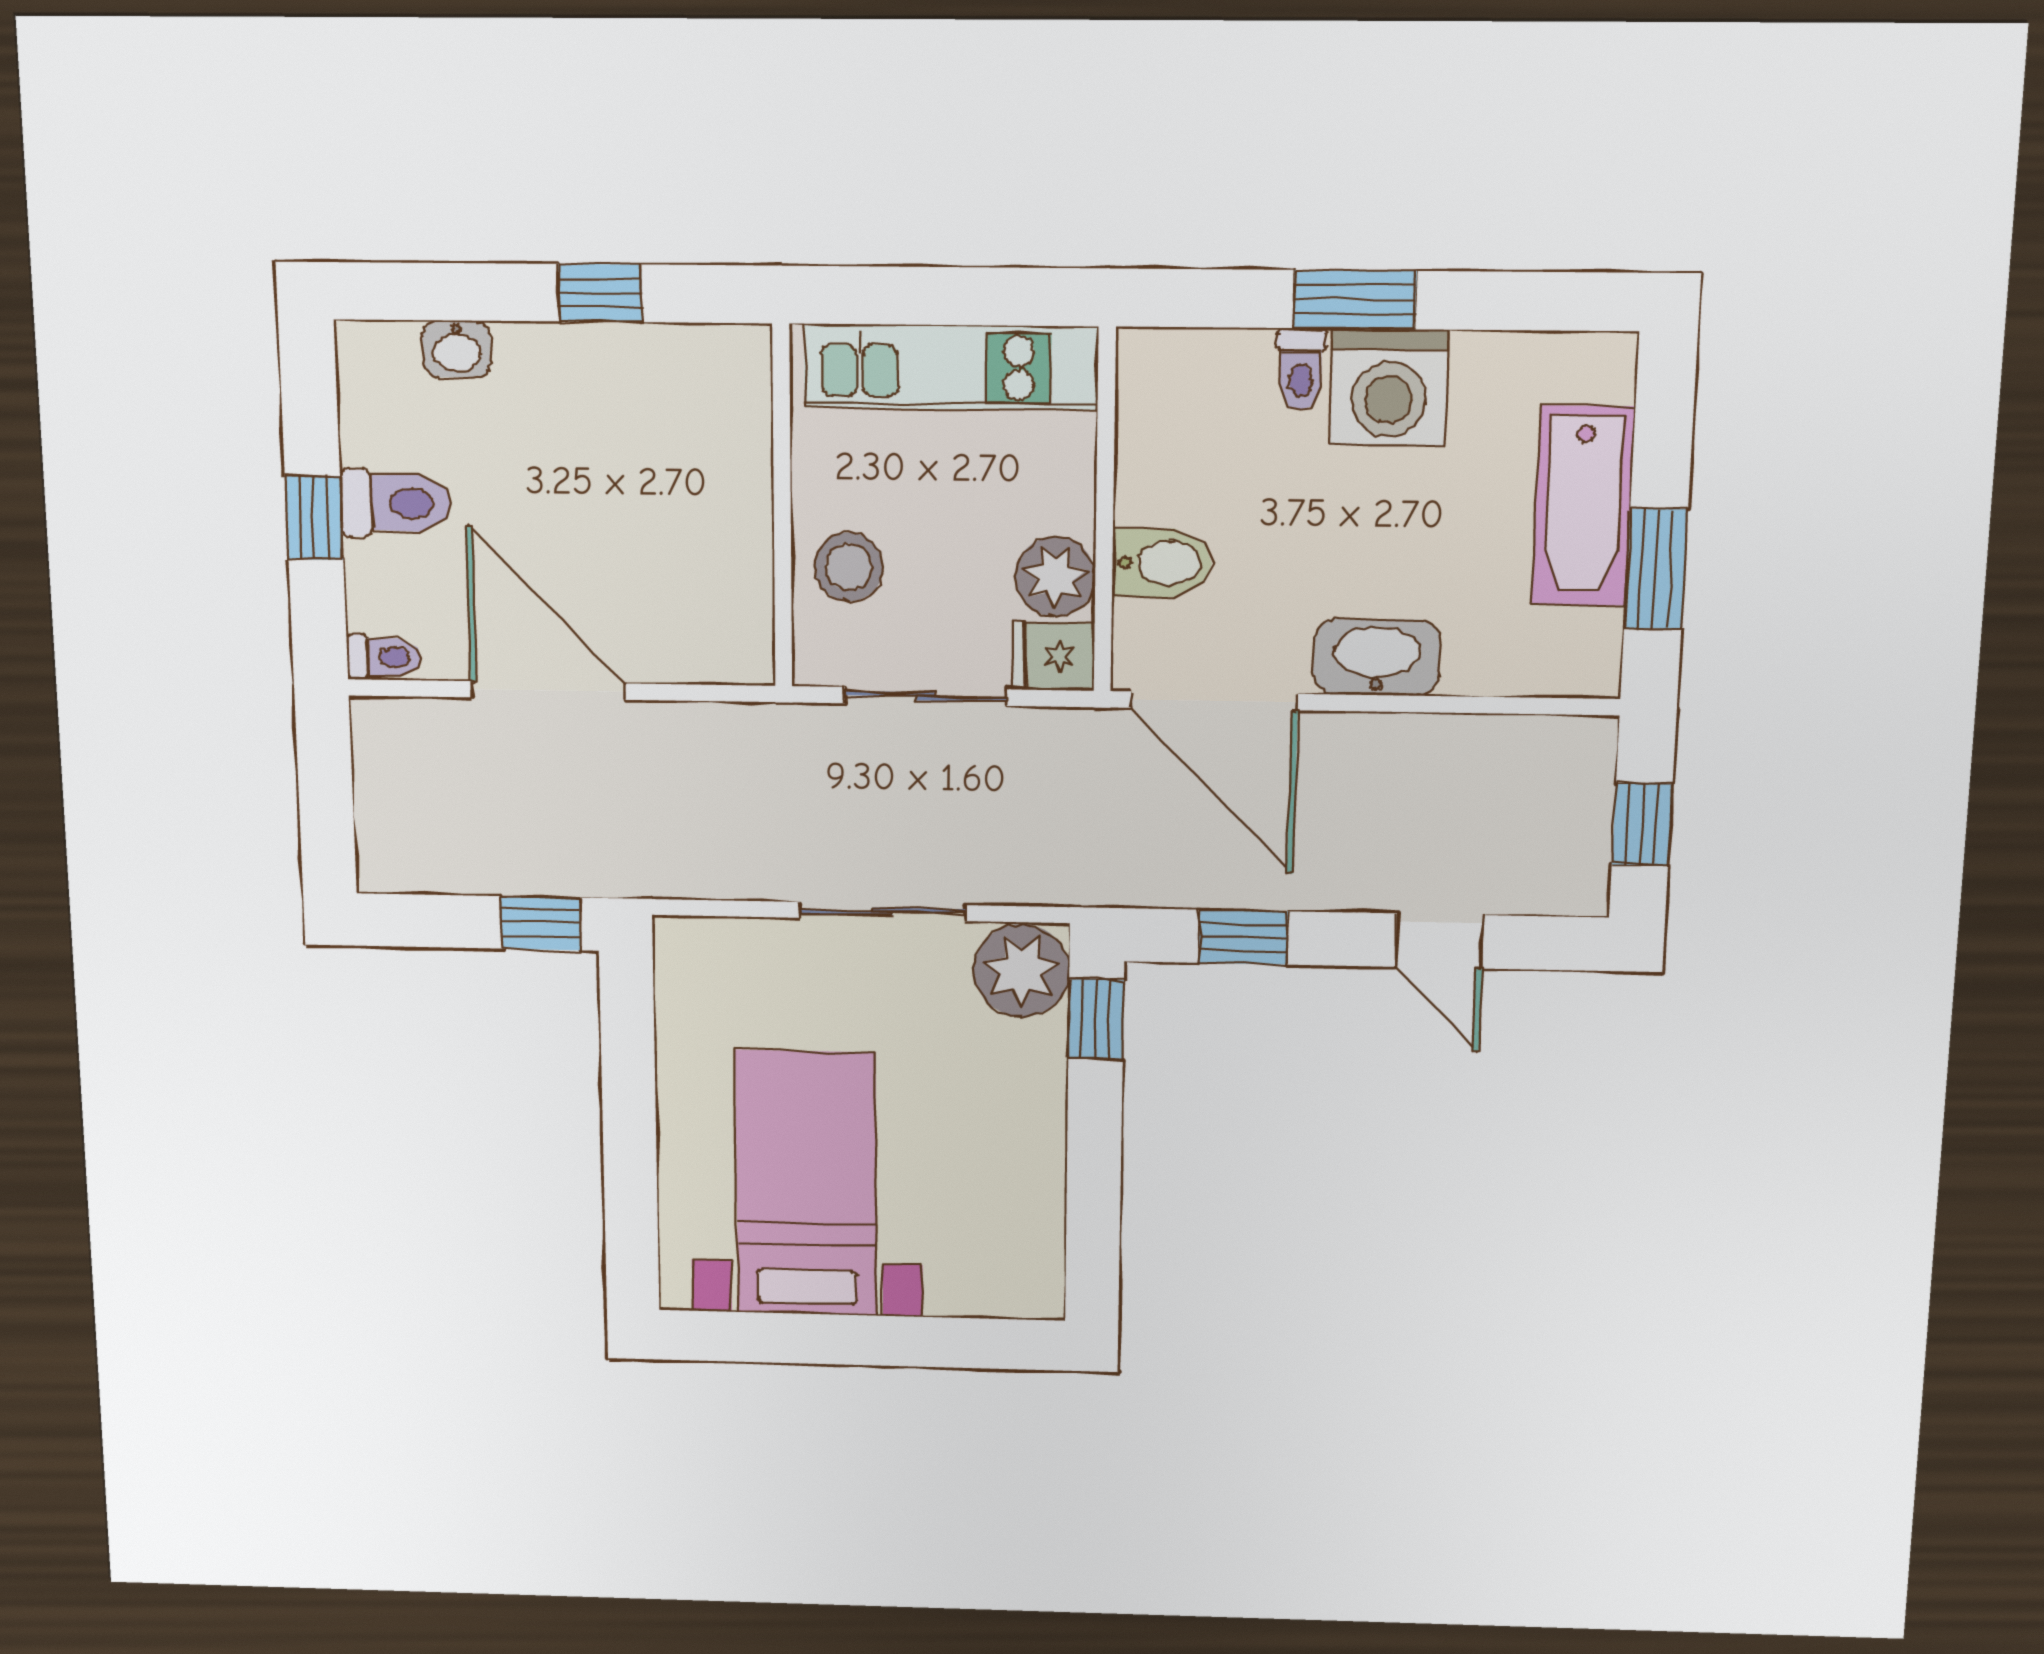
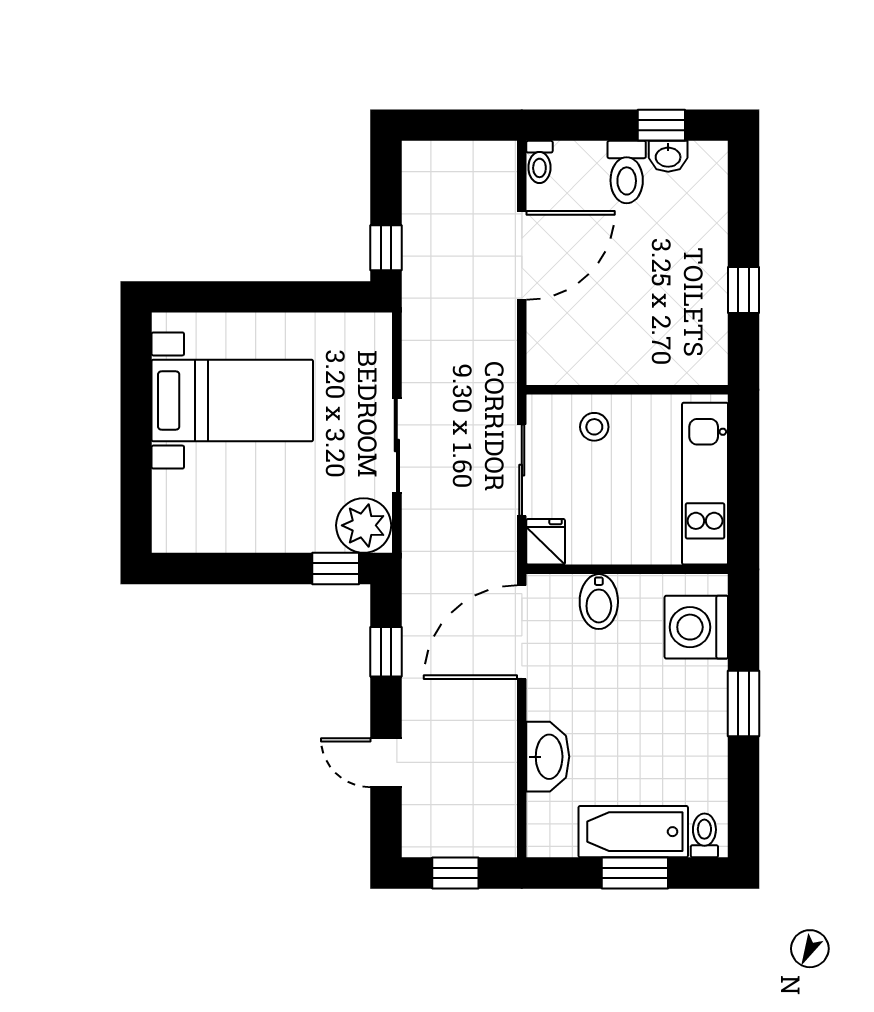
washbasin: (457, 349) -> (668, 156), moved, turned -90
toilet: (1301, 369) -> (704, 835), moved, turned 90
washing machine: (1389, 388) -> (696, 627), moved
window: (314, 518) -> (661, 125), moved
stool: (849, 567) -> (594, 427), width x0.73, depth x0.73
window: (1656, 569) -> (635, 873), moved
plant: (1055, 577) -> (590, 542), removed
washbasin: (1377, 657) -> (548, 757), moved
door: (1440, 941) -> (386, 763), hinge flipped

